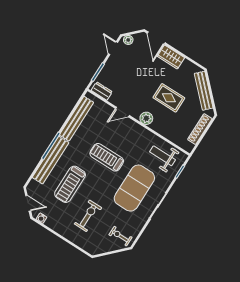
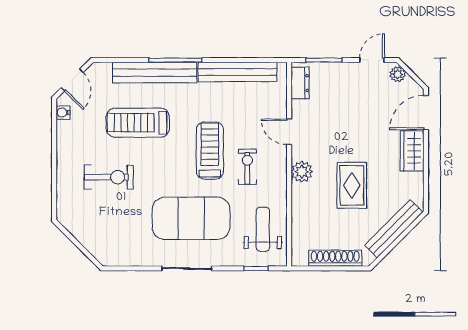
exercise bike: (120, 236) -> (247, 167), moved

